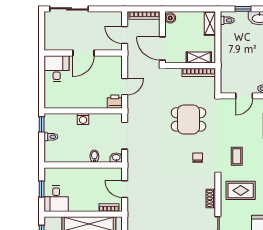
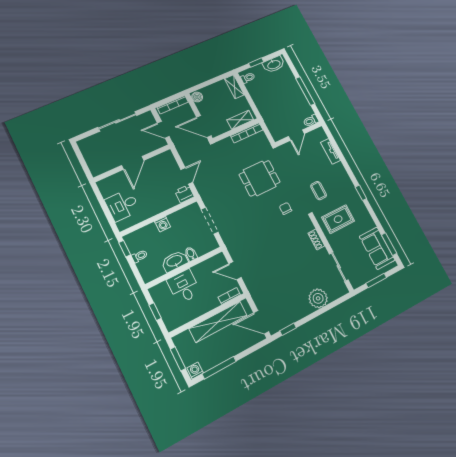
sliding door: (69, 9) -> (117, 121), moved
desk: (57, 69) -> (122, 205), moved, turned -90
washbasin: (116, 158) -> (175, 261), moved, width x1.91, depth x1.45
desk: (56, 199) -> (184, 287), moved, turned 180

